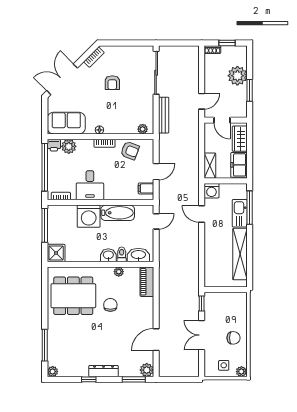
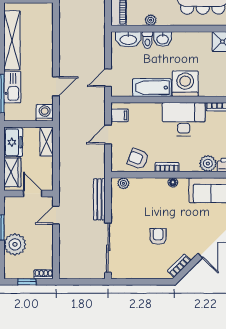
desk: (90, 185) -> (184, 119), width x1.37
door: (202, 214) -> (56, 86), hinge flipped

